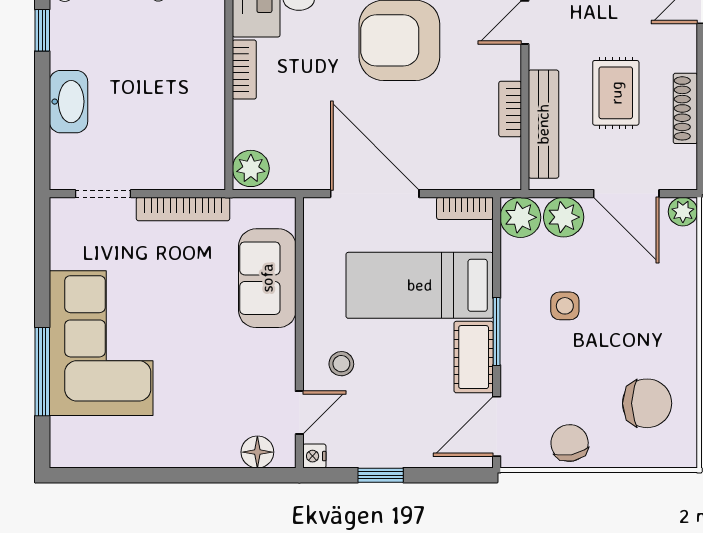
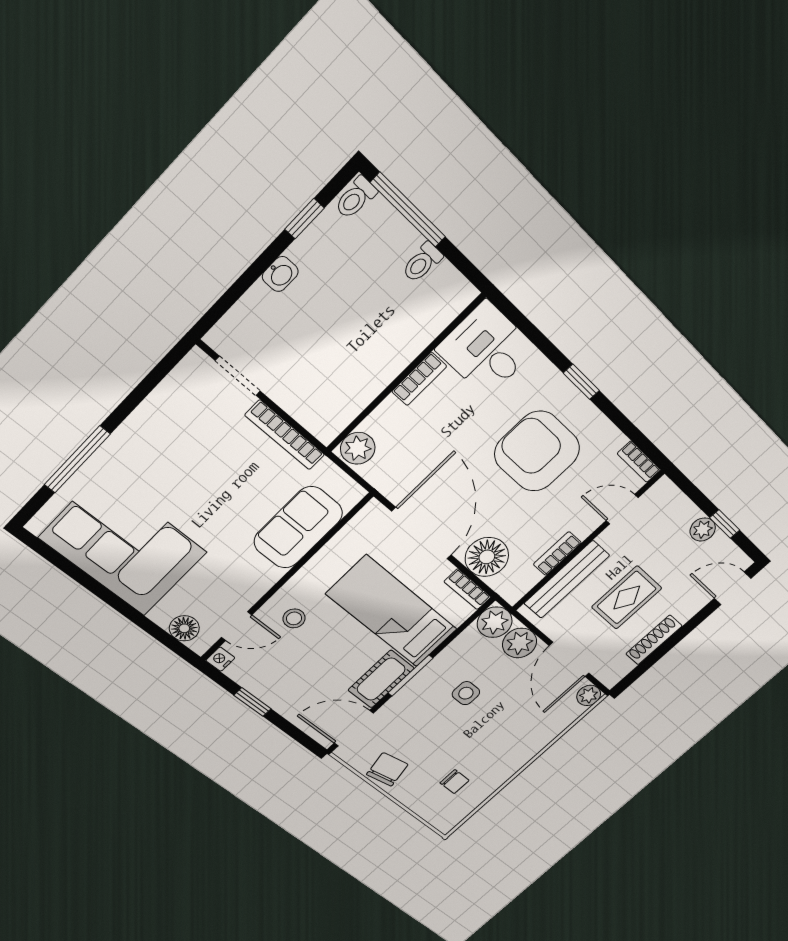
washbasin: (68, 102) -> (280, 274), width x0.52, depth x0.69
floor lamp: (452, 165) -> (487, 557), added
corner sofa: (101, 343) -> (123, 545), moved, turned -90
chair: (647, 403) -> (455, 782), width x0.54, depth x0.54

